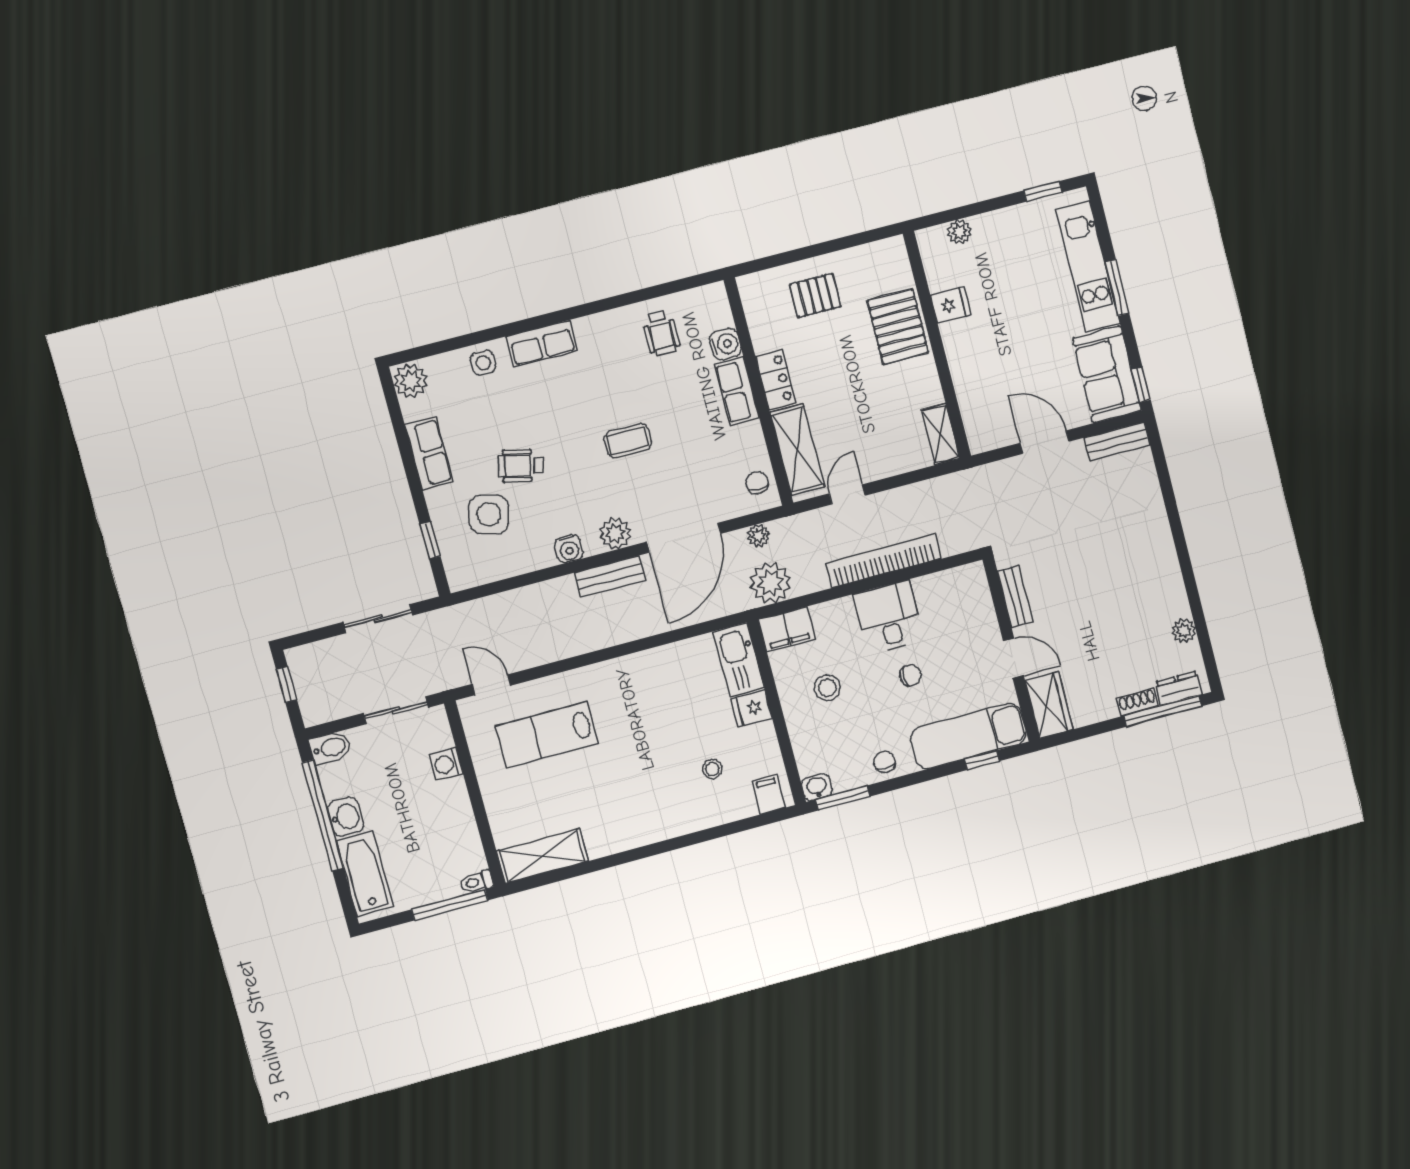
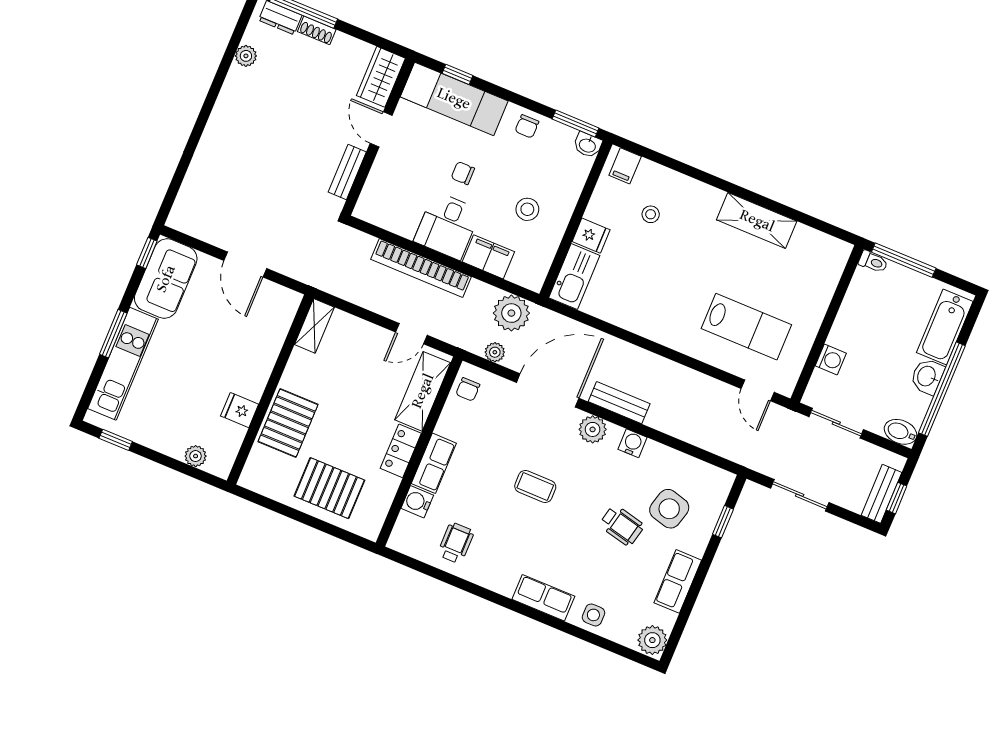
pallet: (815, 295) -> (329, 488), width x1.50, depth x1.42
bench: (1117, 441) -> (881, 494), moved, turned 90
filing cabinet: (787, 629) -> (488, 257), moved
shelving: (542, 856) -> (757, 221), moved

